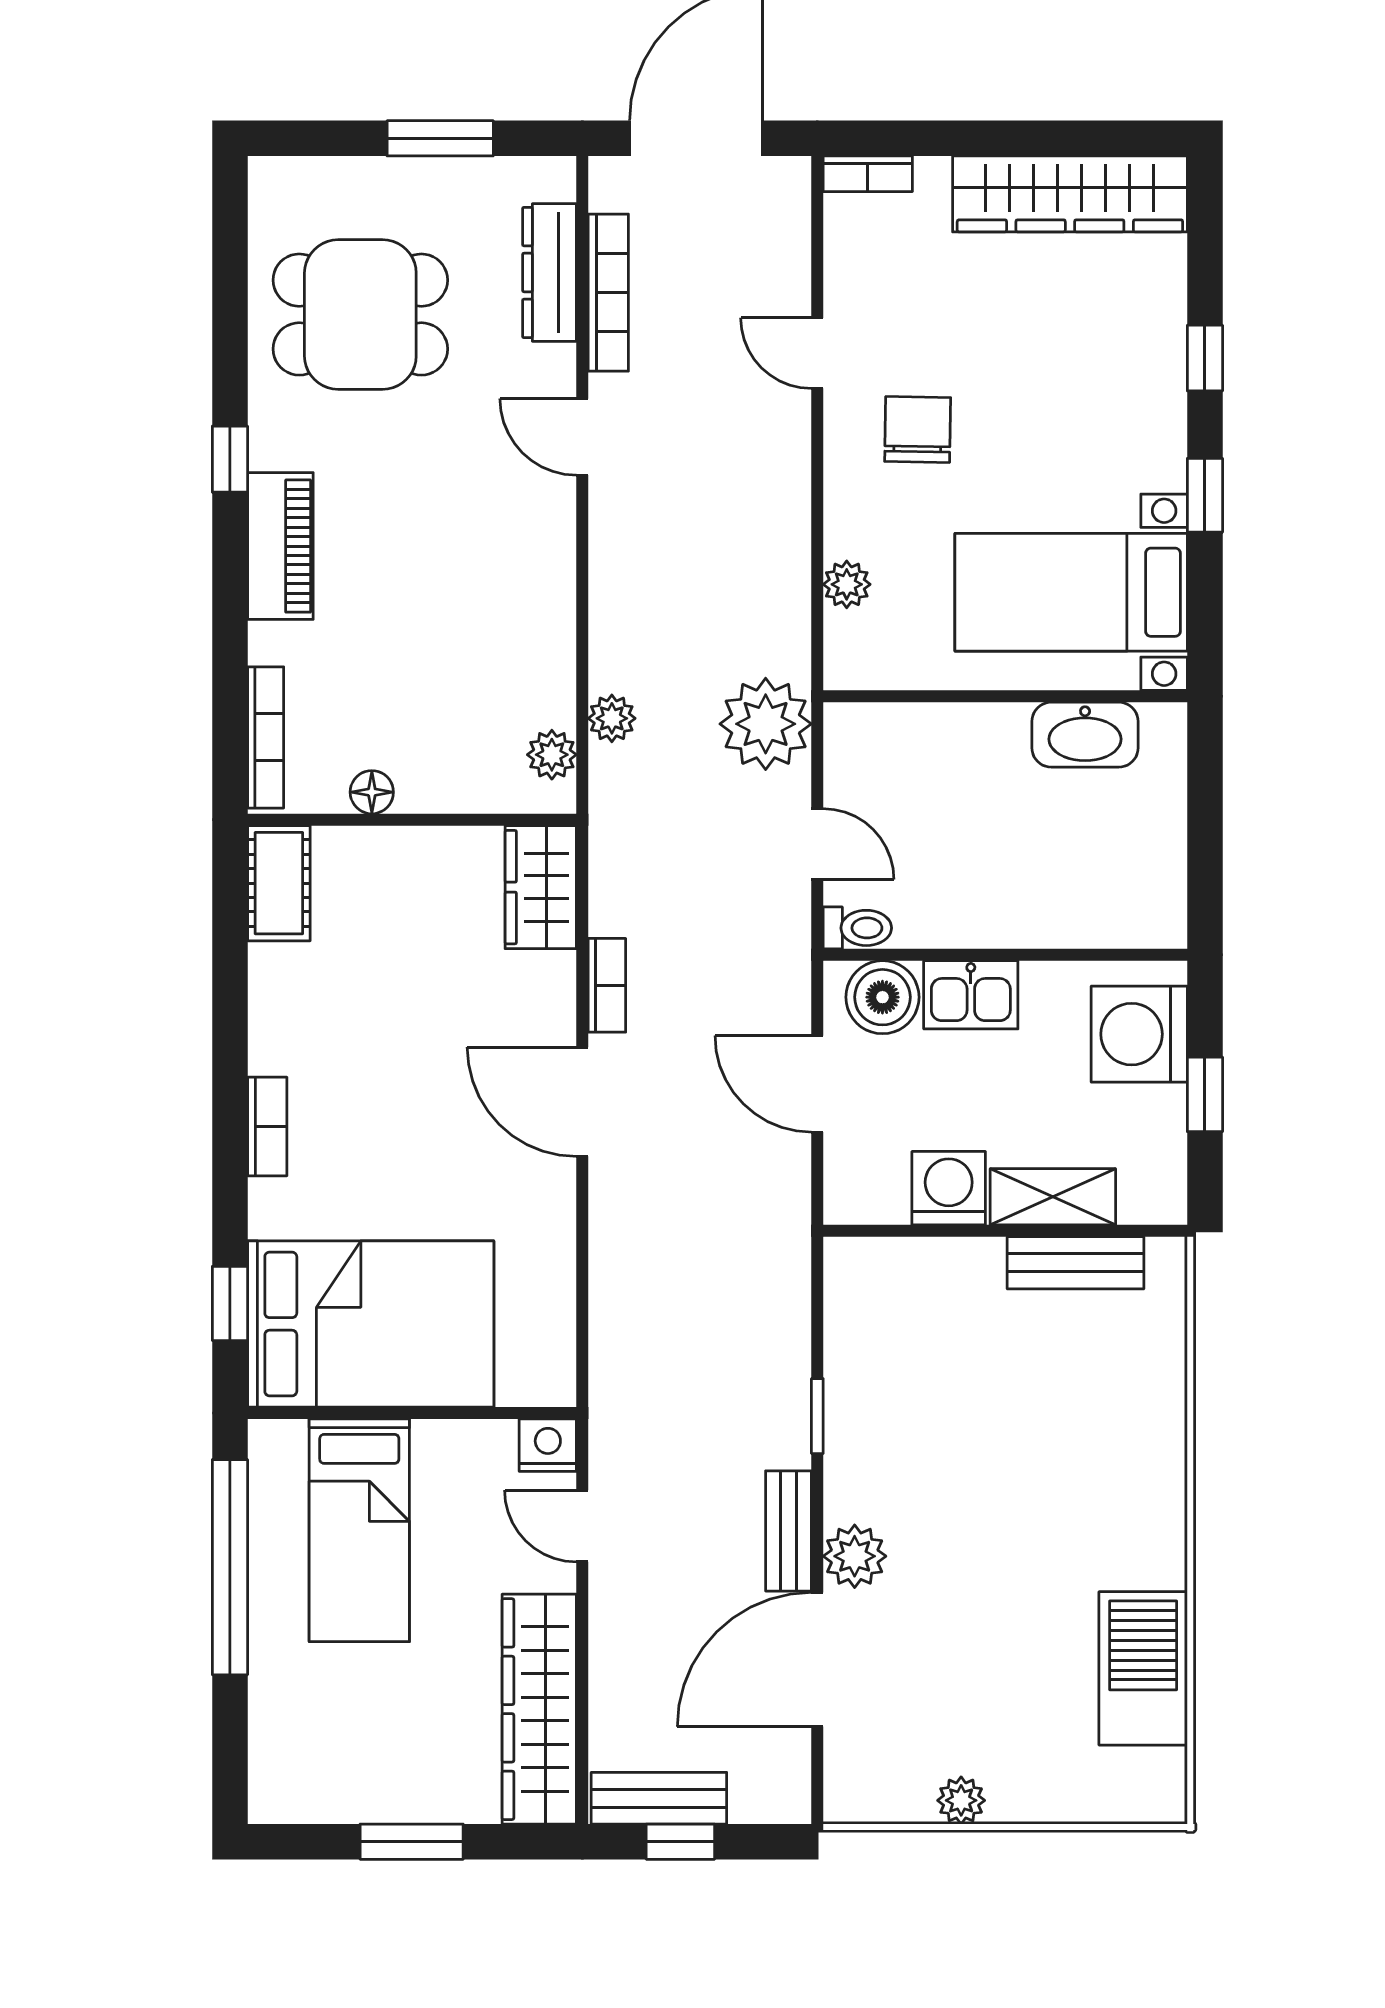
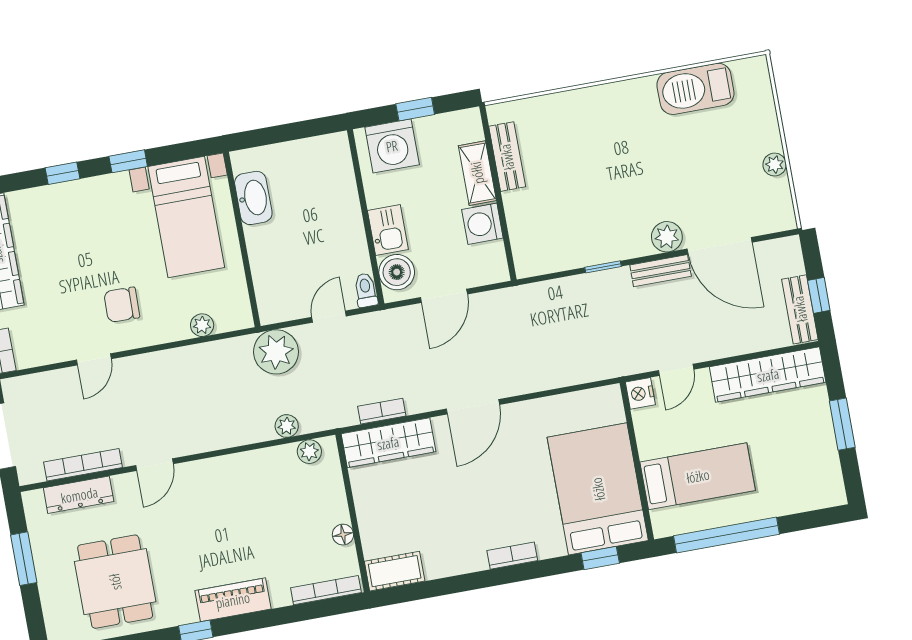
wardrobe: (541, 887) -> (388, 443), width x1.50
bookcase: (607, 985) -> (382, 411), moved

